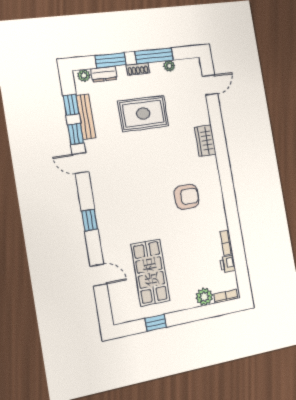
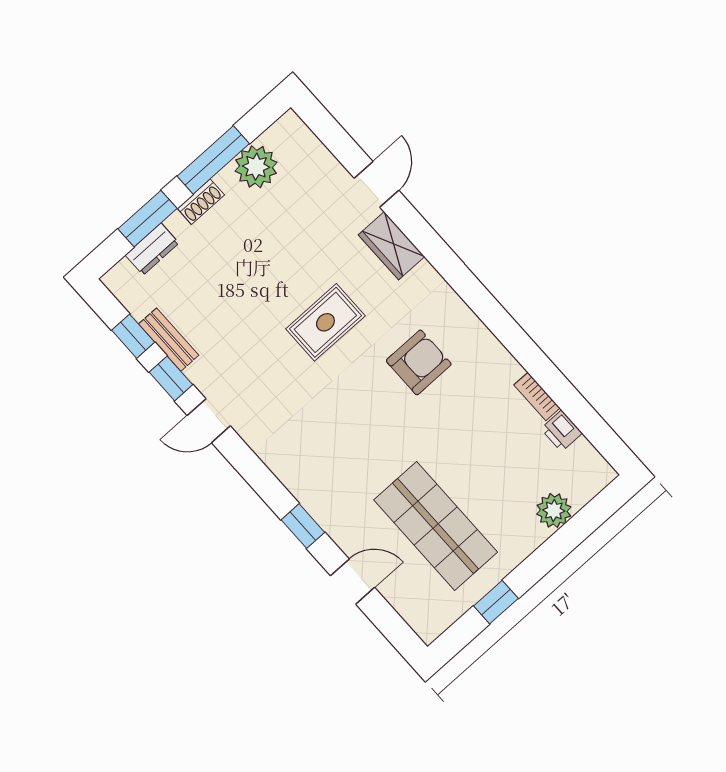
plant: (169, 66) -> (256, 167), width x1.88, depth x1.88
plant: (84, 76) -> (122, 274), removed
door: (210, 85) -> (376, 184), moved
rug: (143, 114) -> (325, 322), moved, width x0.73, depth x0.70
bench: (86, 117) -> (169, 340), width x0.73
window: (90, 220) -> (303, 526), moved
bookcase: (226, 296) -> (592, 487), removed

